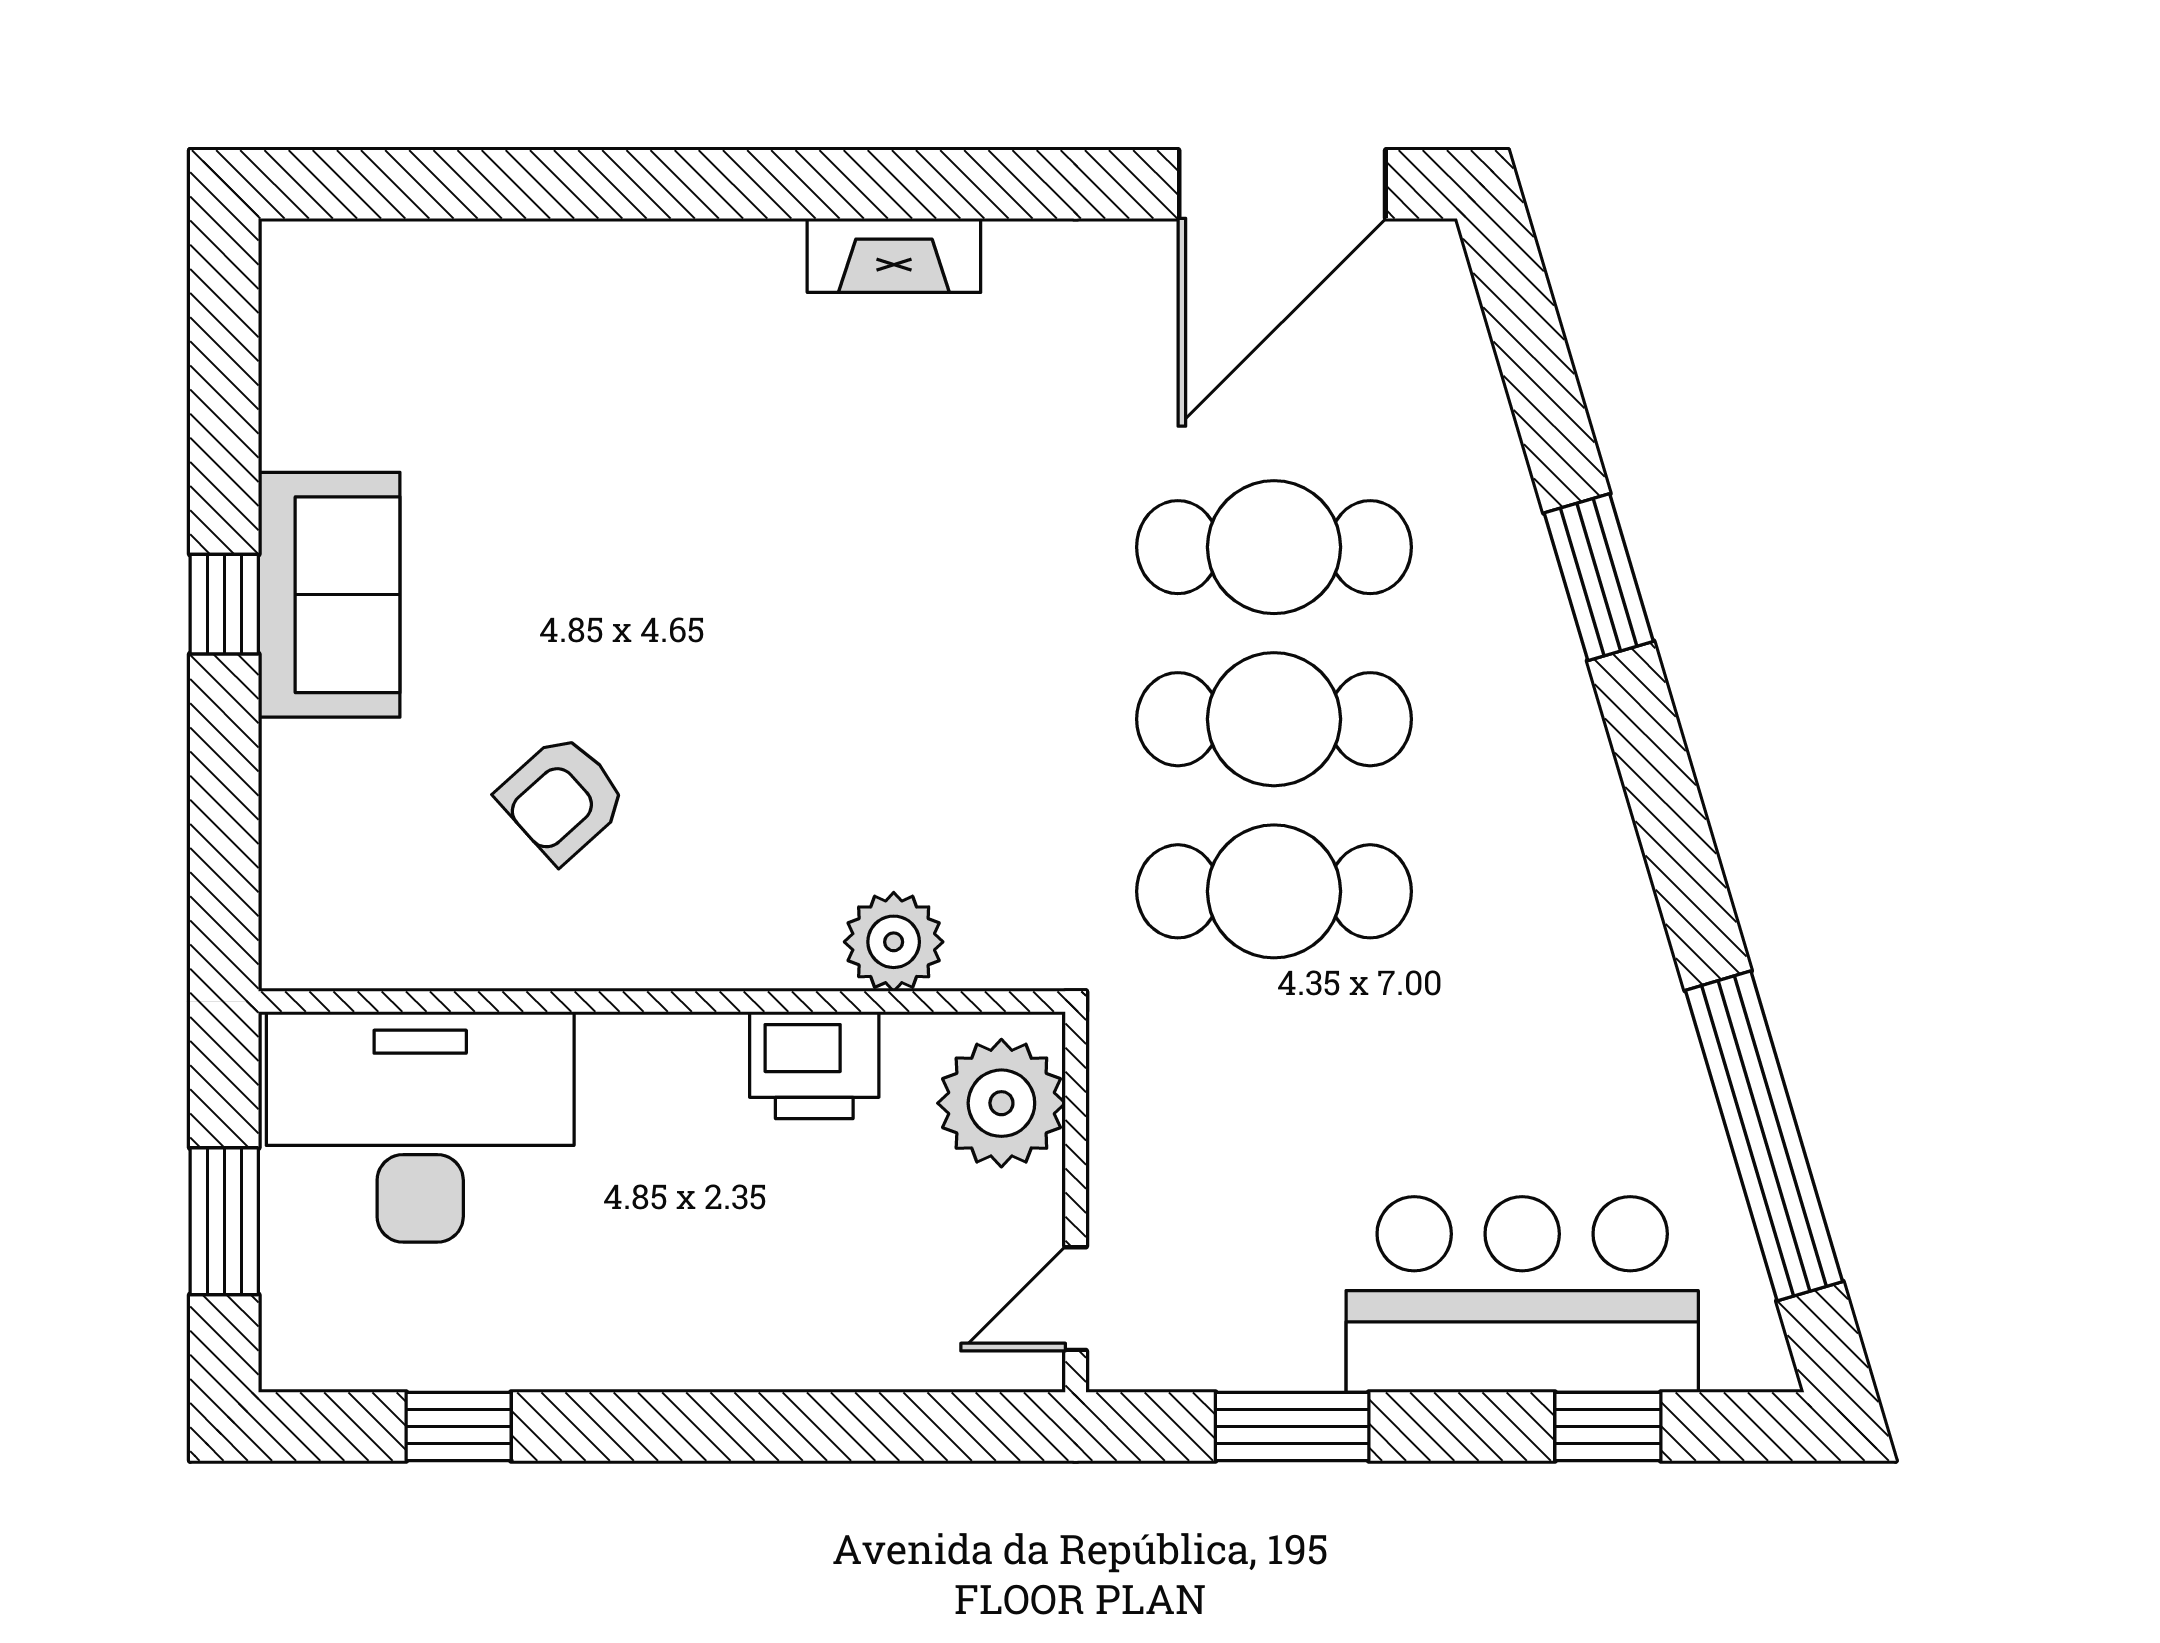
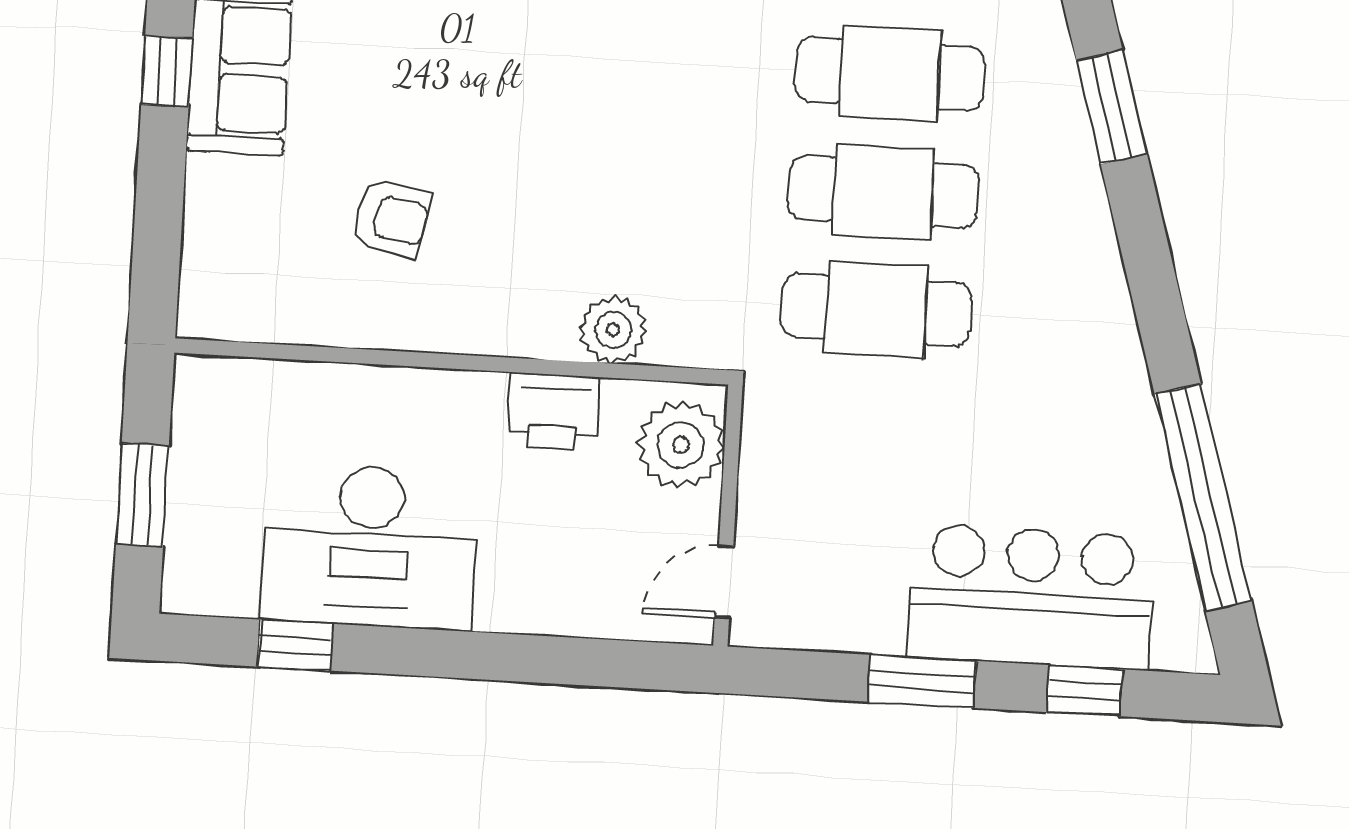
armchair: (562, 798) -> (391, 218), turned -126
desk: (420, 1127) -> (369, 547), moved, turned 180
window: (1292, 1426) -> (922, 681), moved

